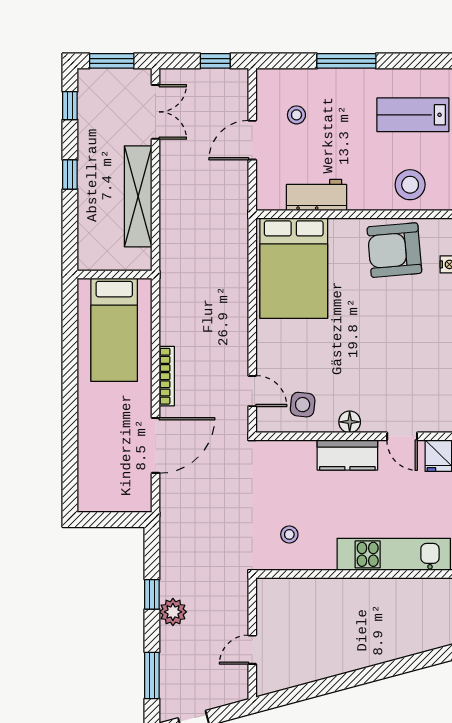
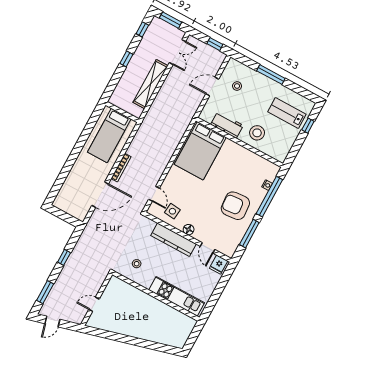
stool: (410, 185) -> (257, 133), moved
armchair: (394, 250) -> (235, 206), moved
kitchen counter: (347, 455) -> (173, 240), width x1.50
plant: (173, 612) -> (69, 270), removed

